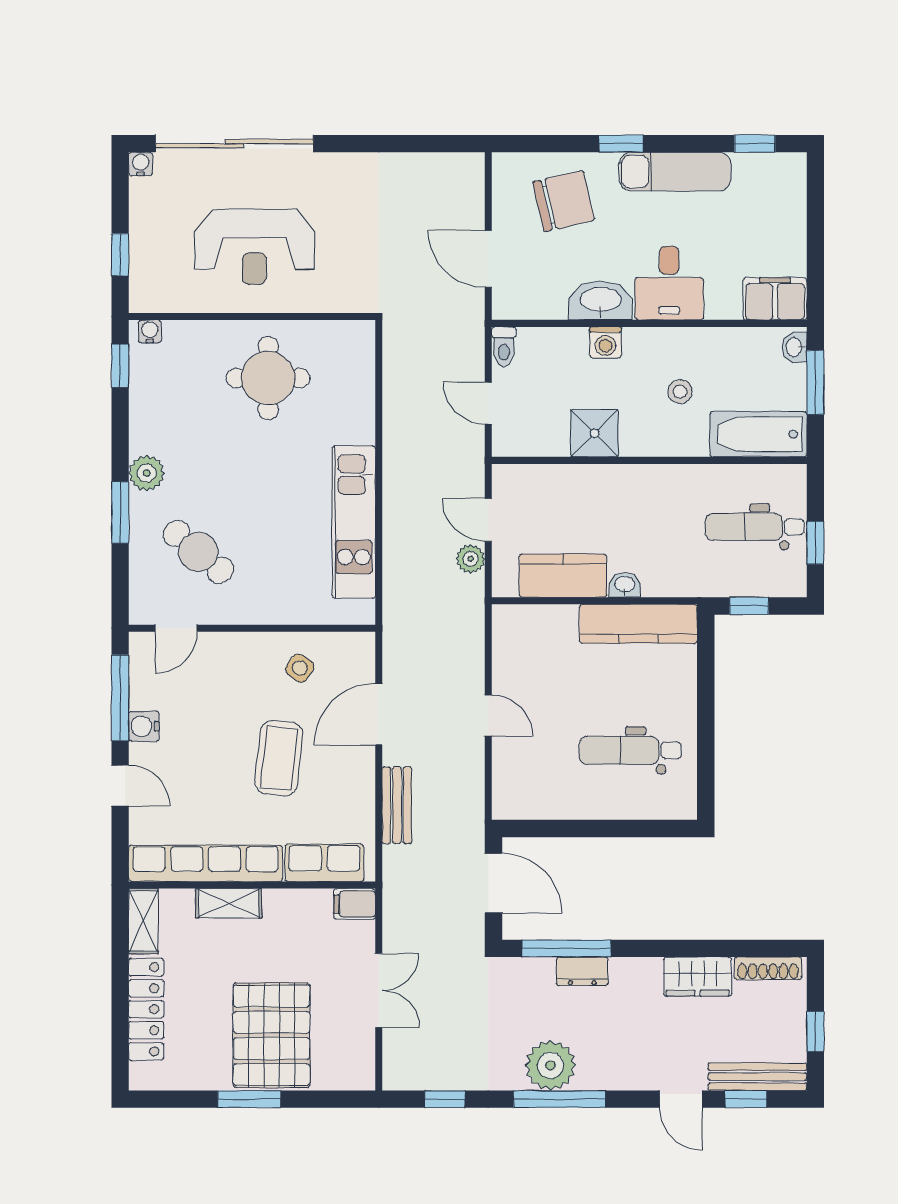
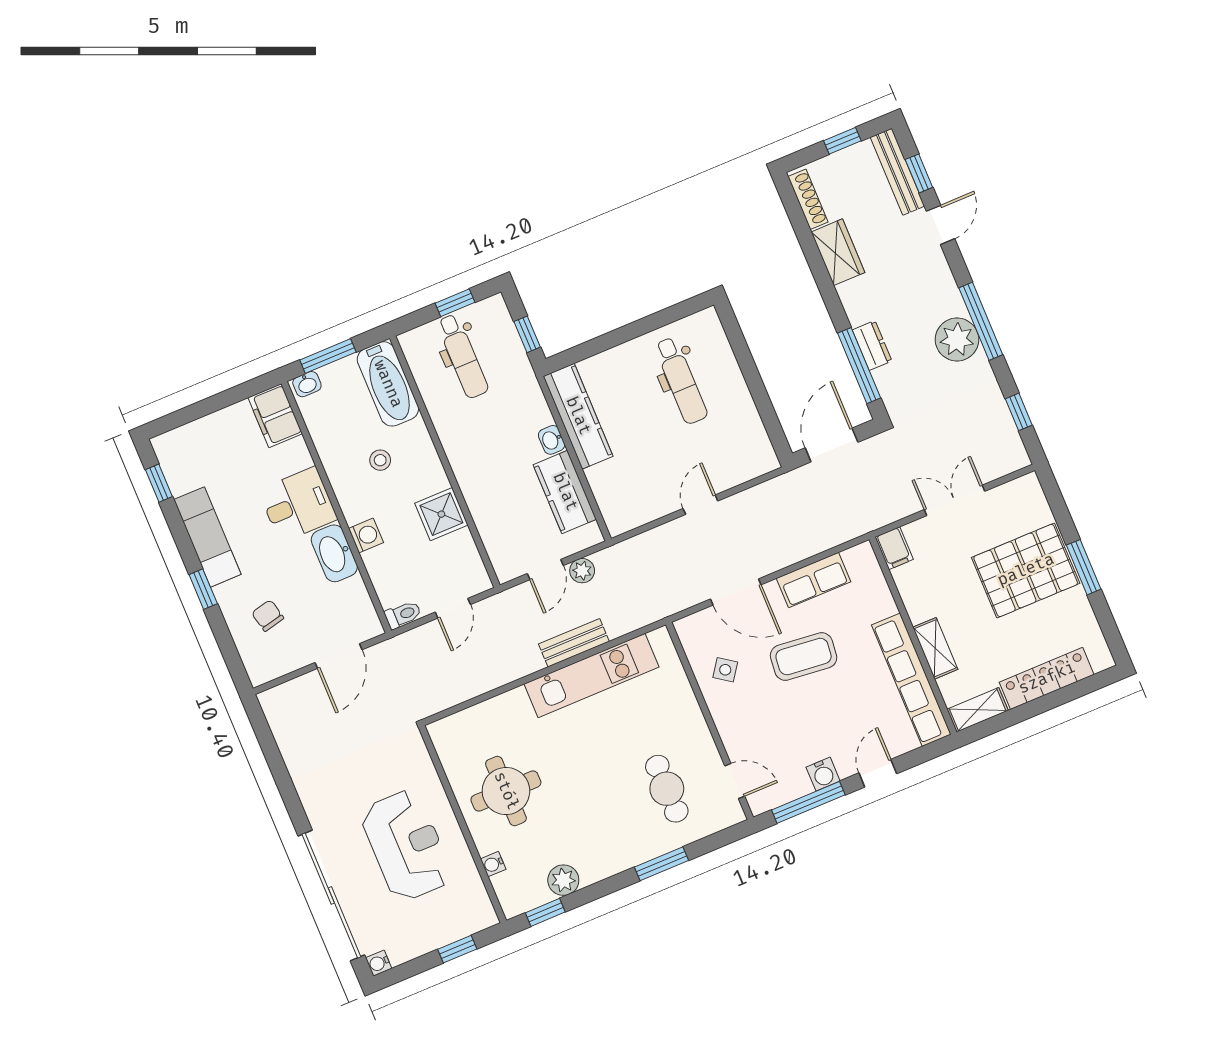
chair: (564, 201) -> (268, 616), width x0.54, depth x0.54
water cooler: (150, 331) -> (493, 864), moved
plant: (147, 473) -> (563, 880), moved
cafe table: (198, 552) -> (667, 789), turned -40
bench: (397, 805) -> (574, 643), moved
row of seats: (324, 863) -> (814, 580), moved, turned -90

